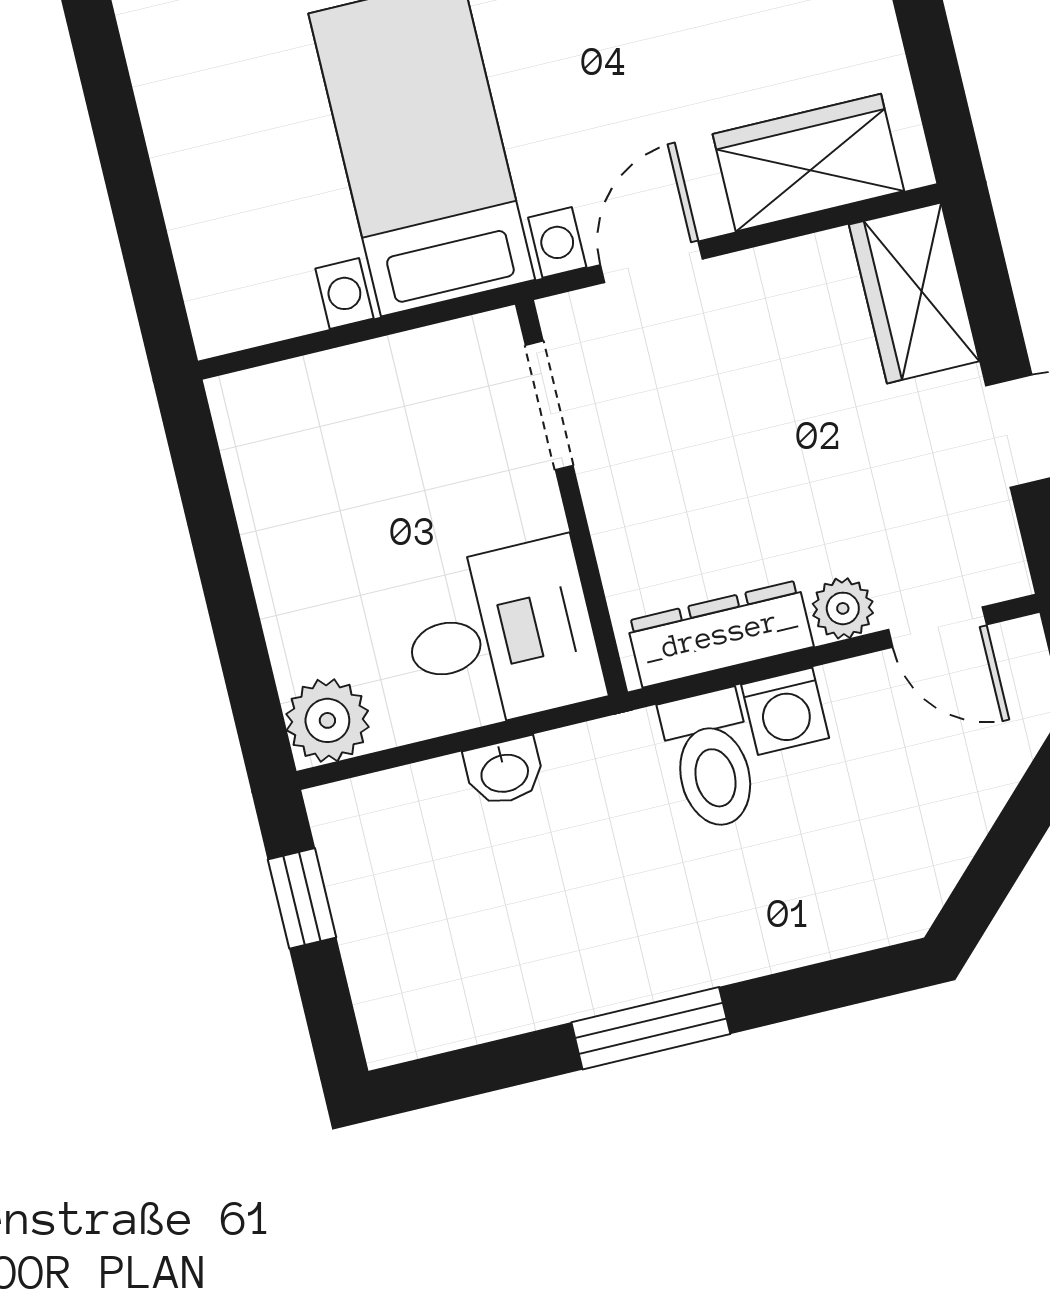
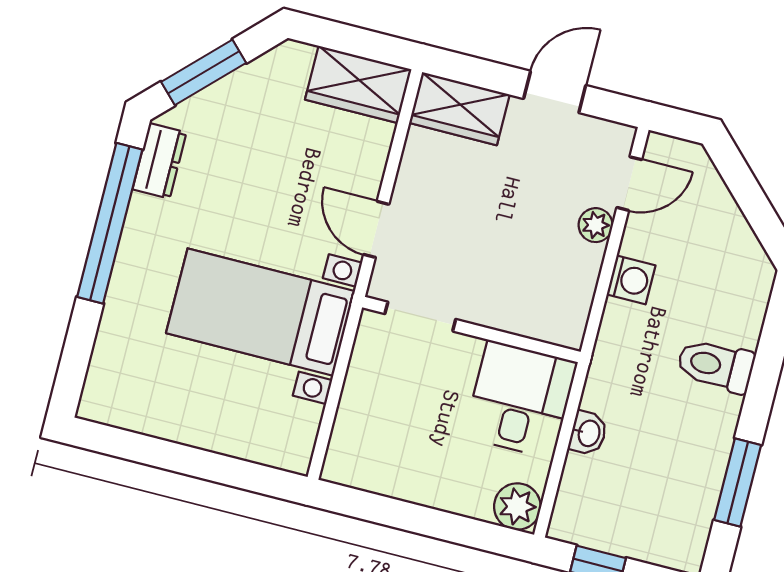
wardrobe: (808, 163) -> (358, 84), moved, turned -90
dresser: (720, 634) -> (576, 292), removed
toilet: (711, 760) -> (716, 366), moved, turned 180
window: (651, 1028) -> (738, 482), moved

